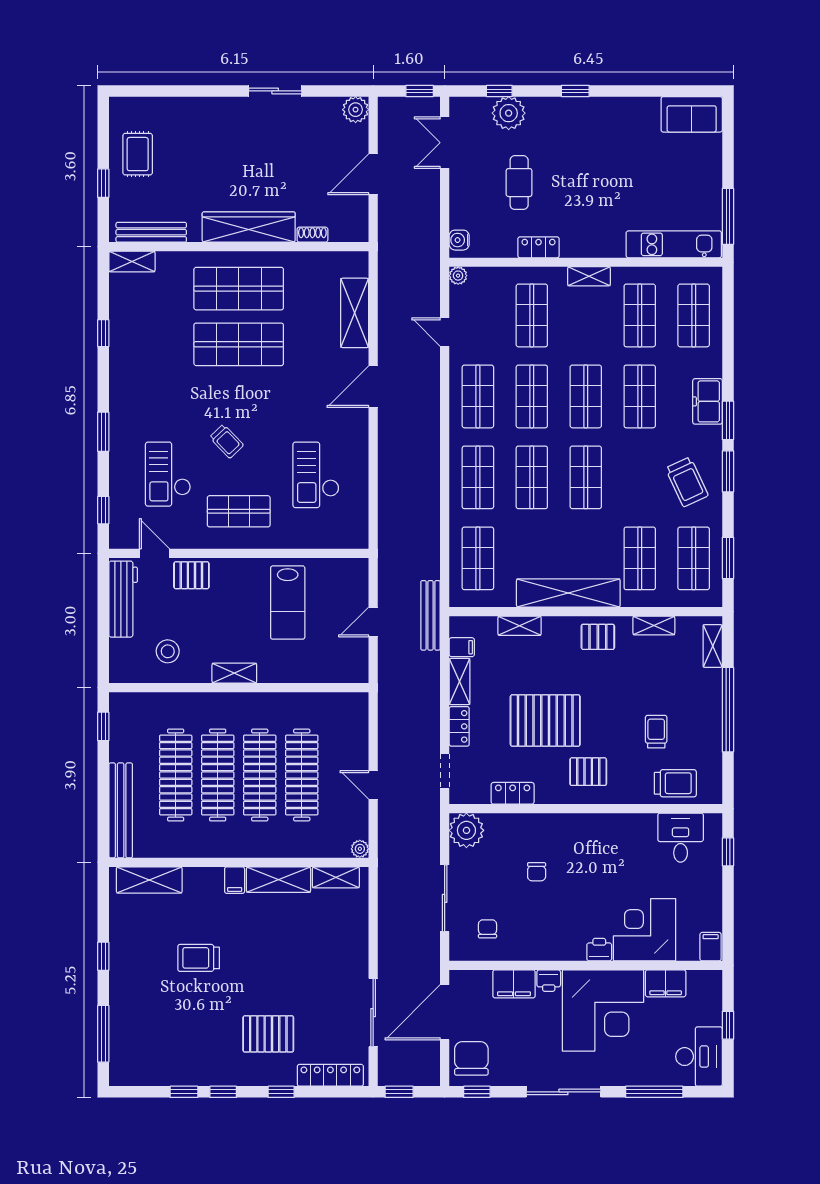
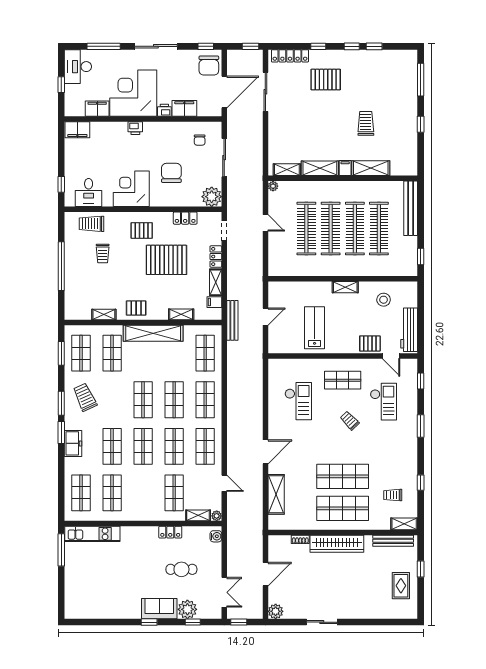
sofa: (692, 114) -> (159, 609), moved
cafe table: (519, 183) -> (181, 569), turned 90
shelving: (589, 276) -> (198, 515), moved
trolley: (152, 312) -> (393, 495), added
shelving: (713, 646) -> (70, 303), removed
chair: (537, 872) -> (171, 173), width x1.87, depth x1.87
shelving: (149, 880) -> (371, 168), moved
corner desk: (644, 930) -> (131, 189), moved, turned 180
filing cabinet: (711, 947) -> (77, 130), width x2.00
trolley: (199, 958) -> (366, 123), turned -90

